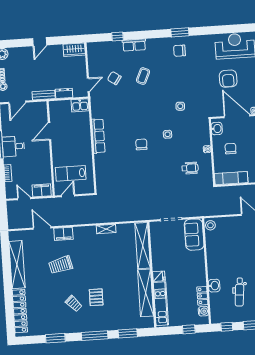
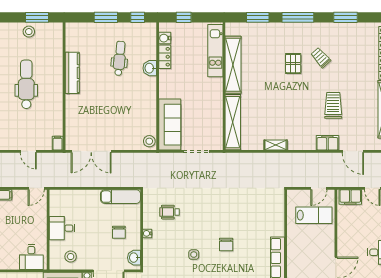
sofa: (194, 235) -> (170, 125), width x1.36
trolley: (61, 265) -> (333, 105), turned -76
fridge: (159, 276) -> (216, 84), removed

